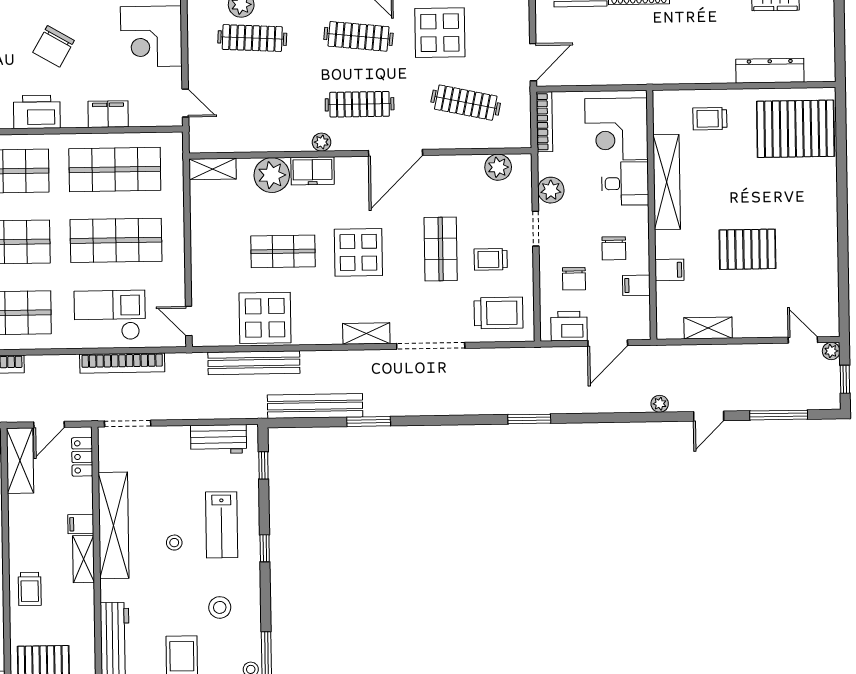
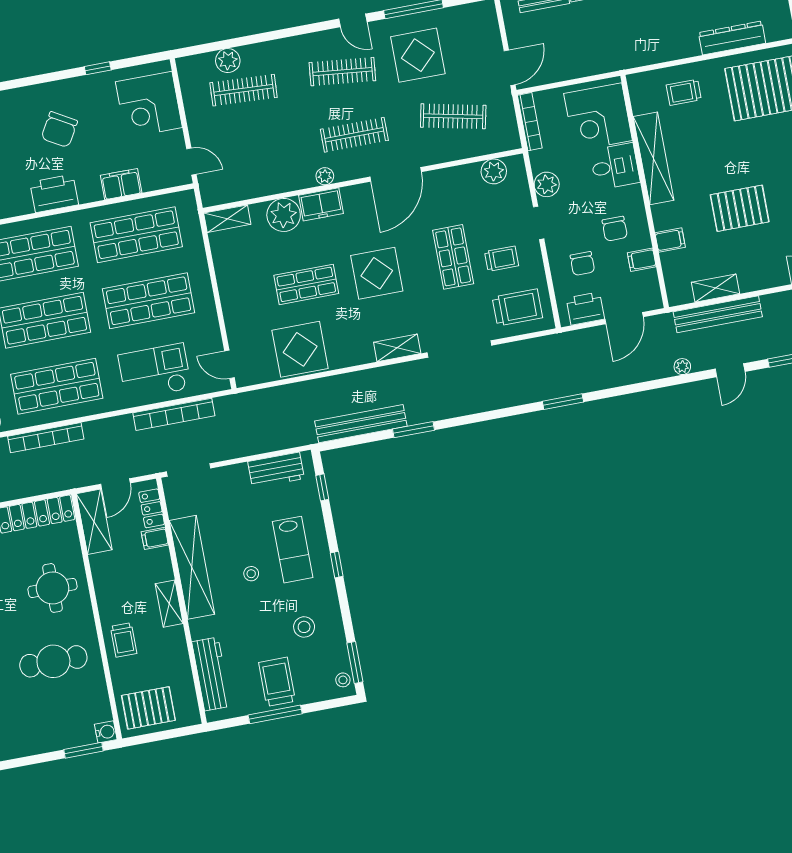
trolley: (491, 259) -> (501, 259), turned 180
bench: (254, 363) -> (718, 314), moved
filing cabinet: (81, 524) -> (155, 538), moved

